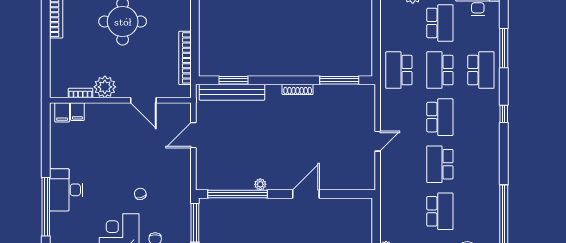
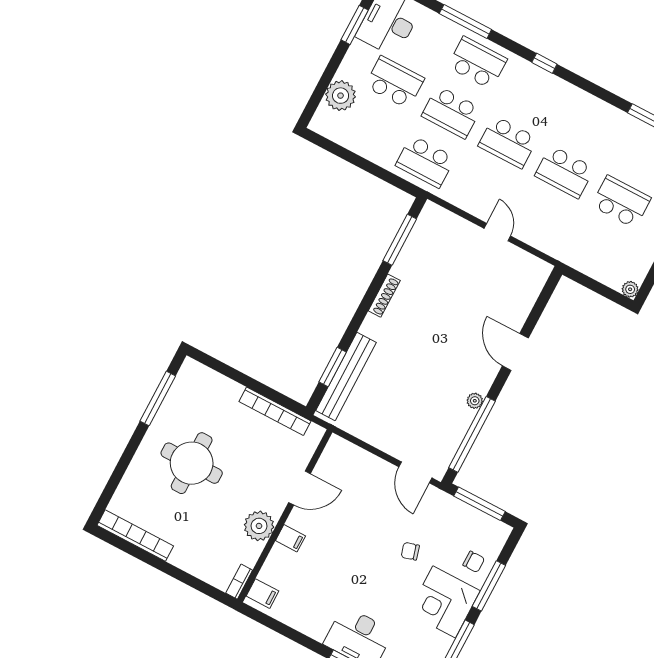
bookcase: (80, 93) -> (239, 582), moved
filing cabinet: (77, 112) -> (290, 538), moved
school desk: (440, 117) -> (508, 142), turned 180
door: (193, 135) -> (415, 472), moved

